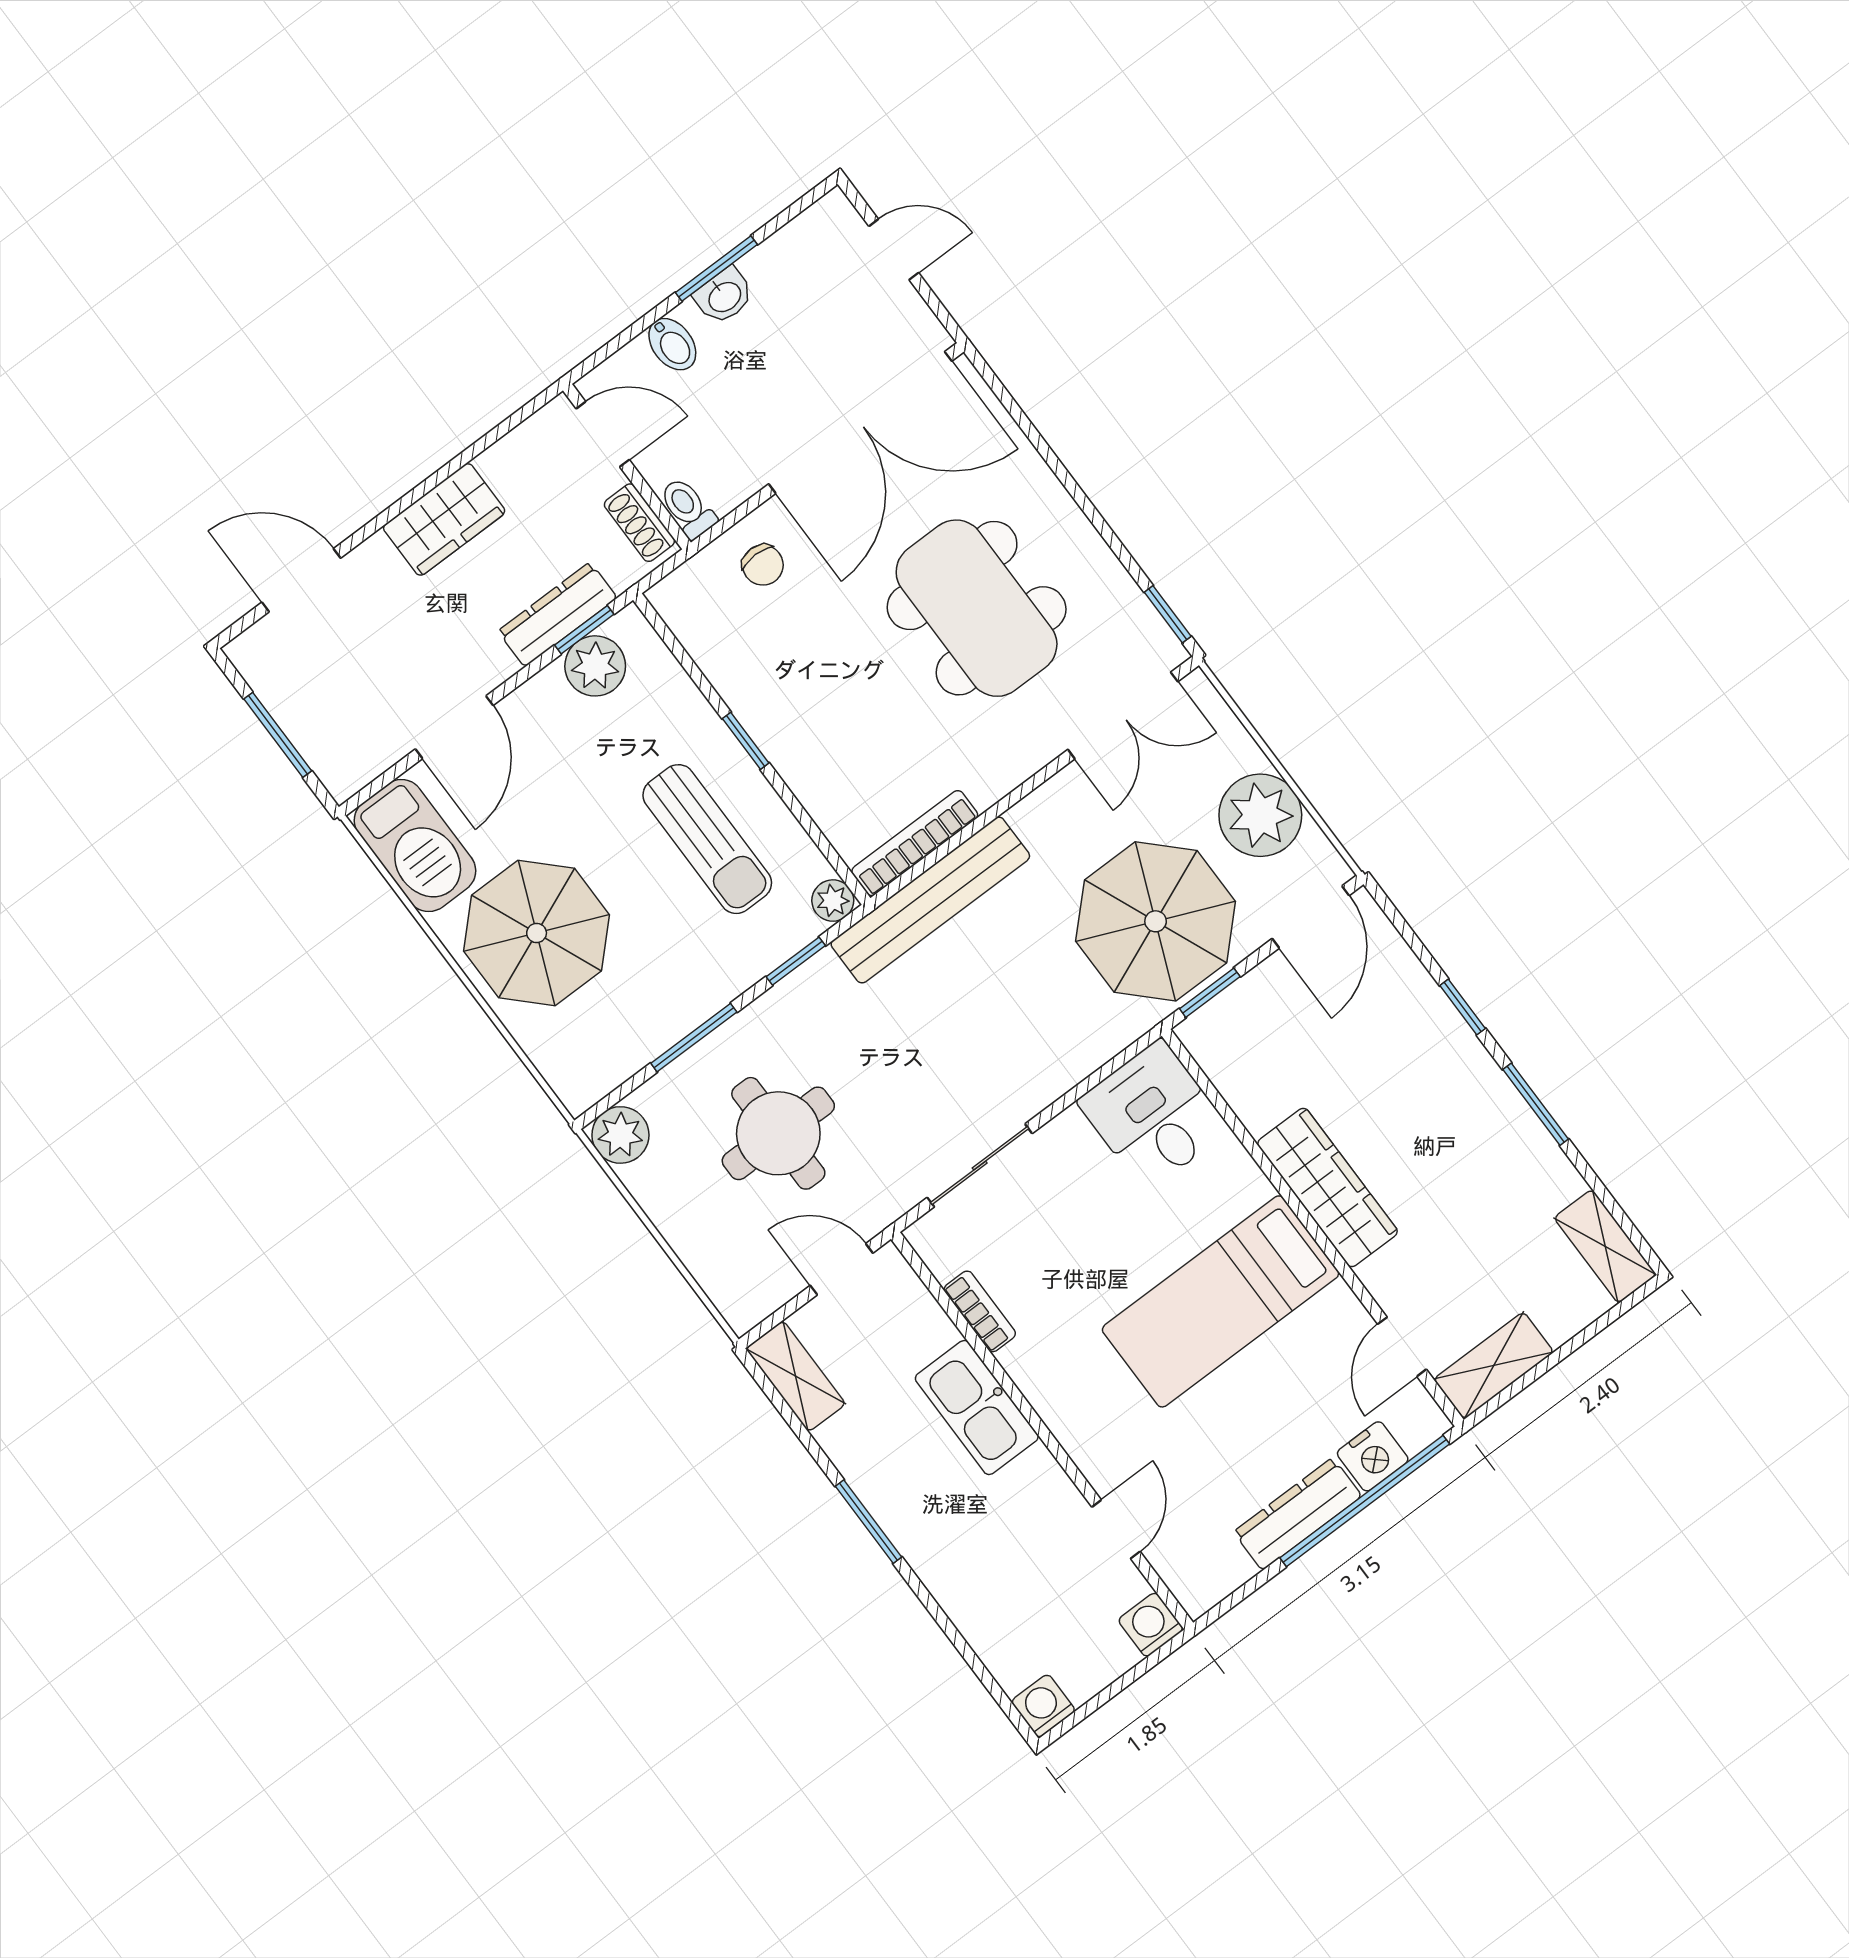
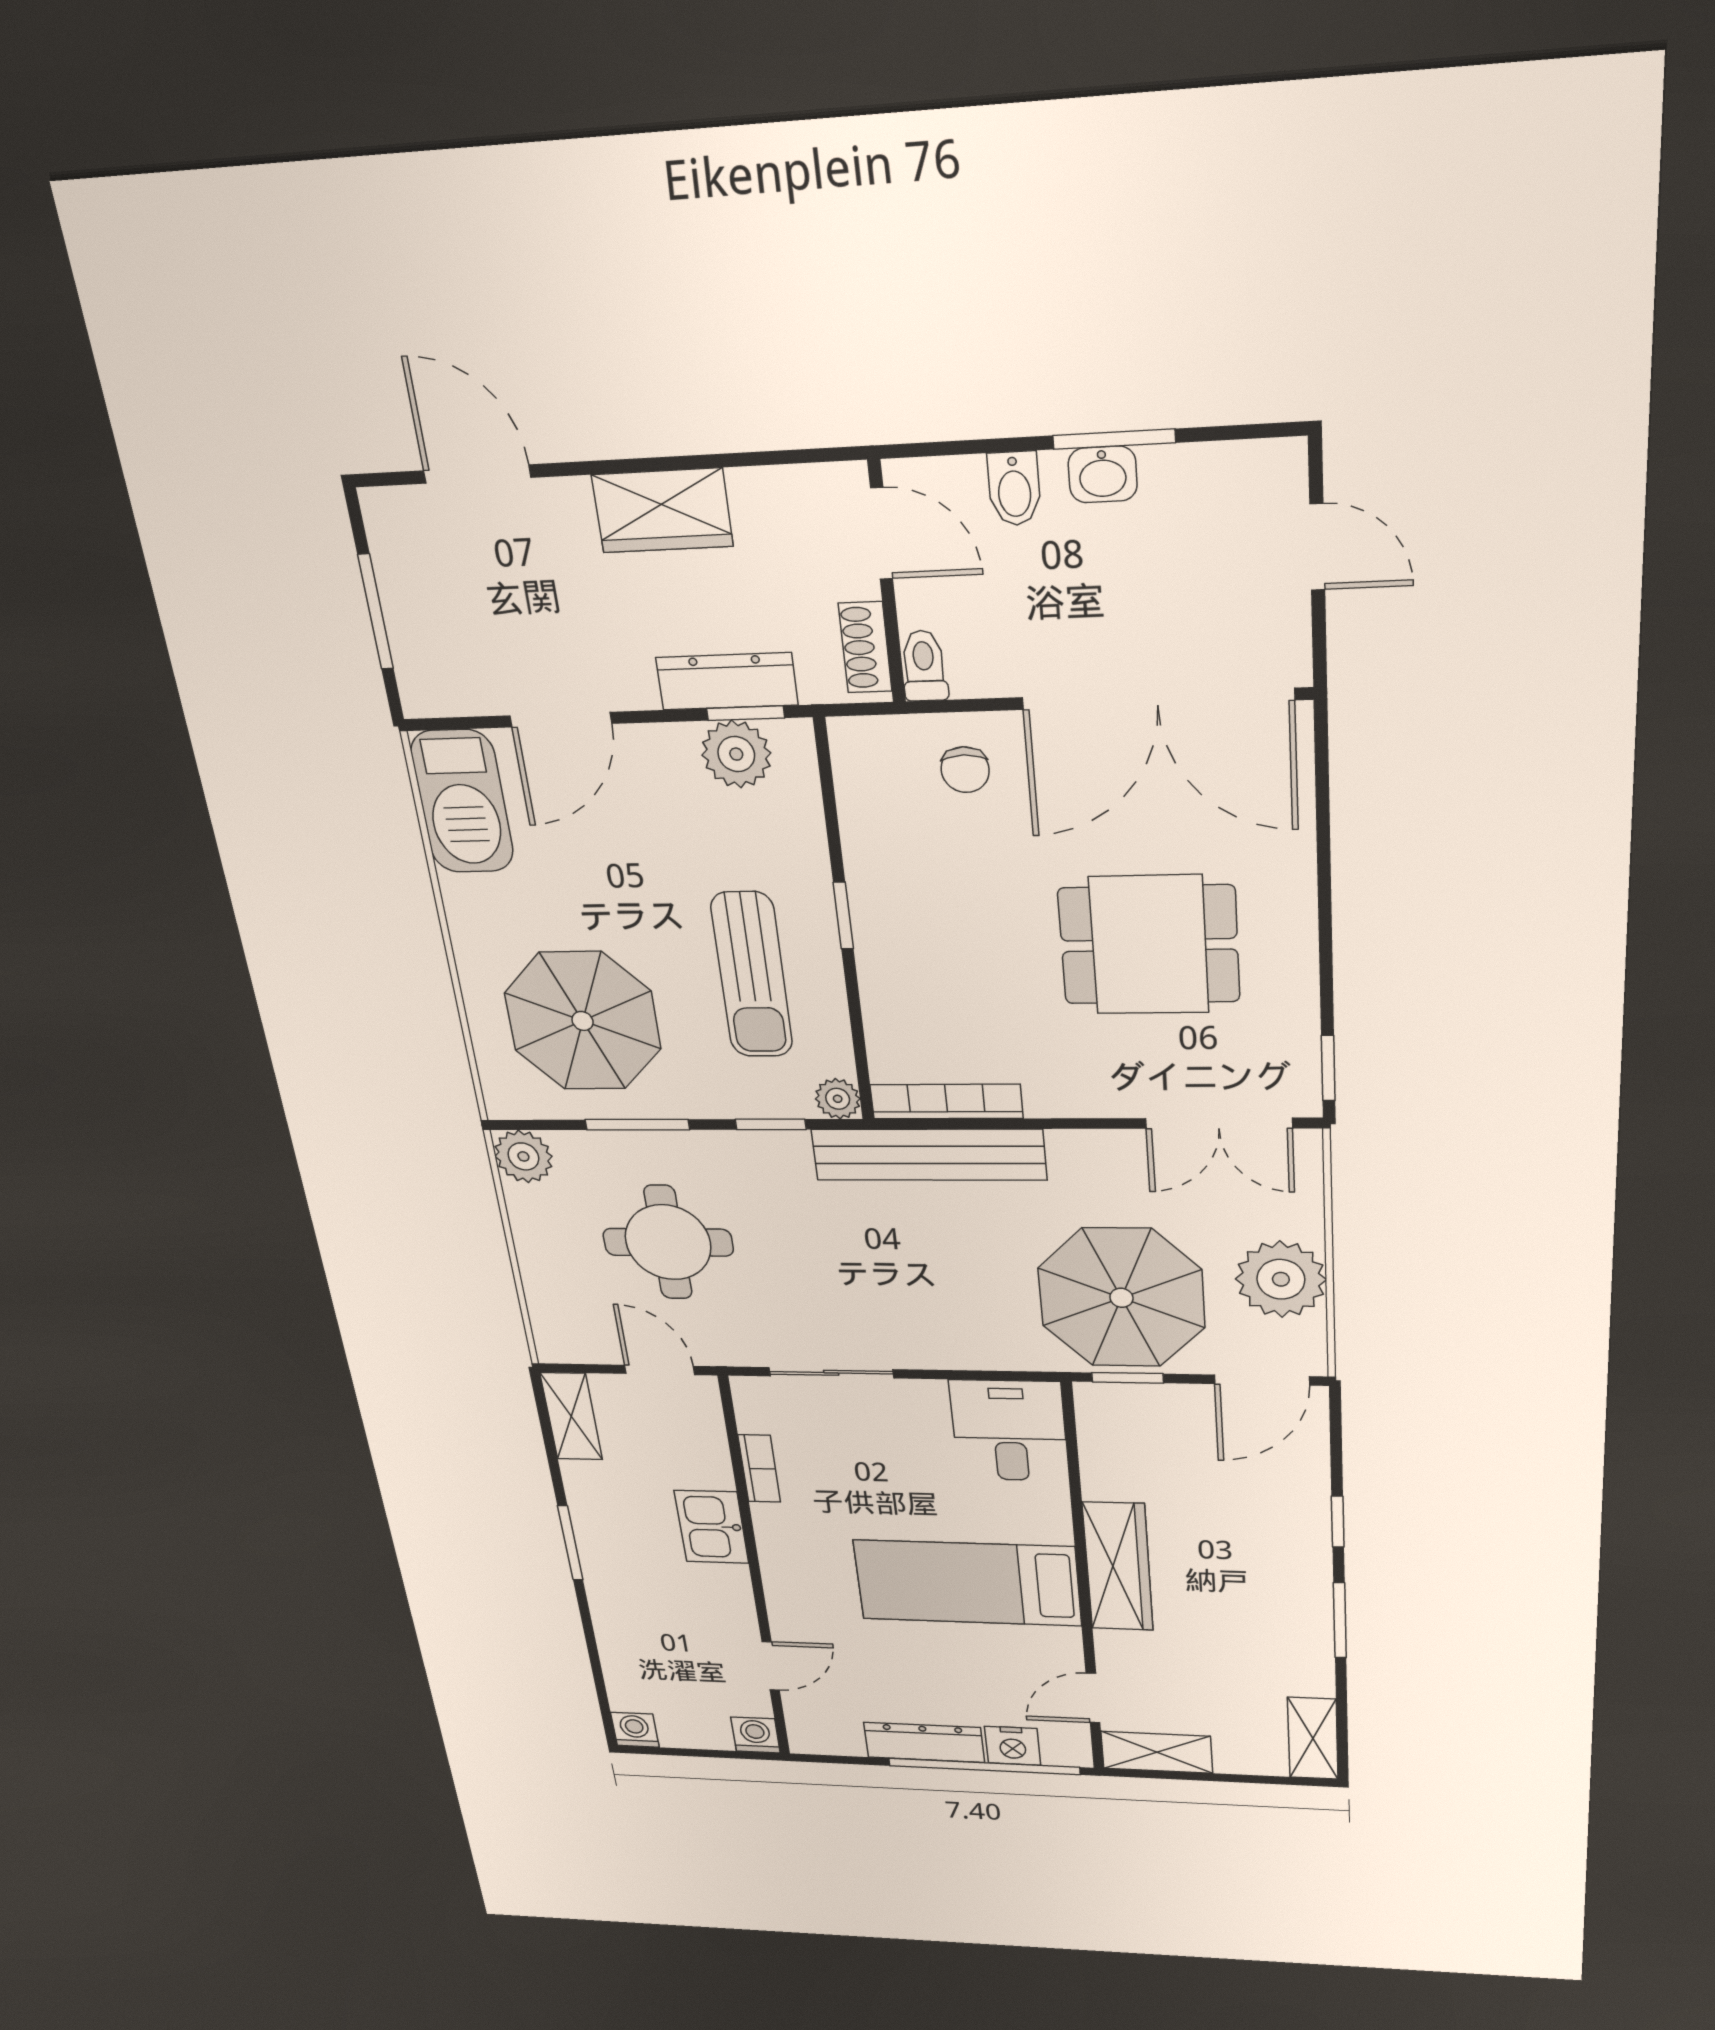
dining table: (977, 608) -> (1149, 945), width x0.73
parasol: (537, 933) -> (583, 1021), moved
kitchen sink: (977, 1407) -> (712, 1527), width x0.73

